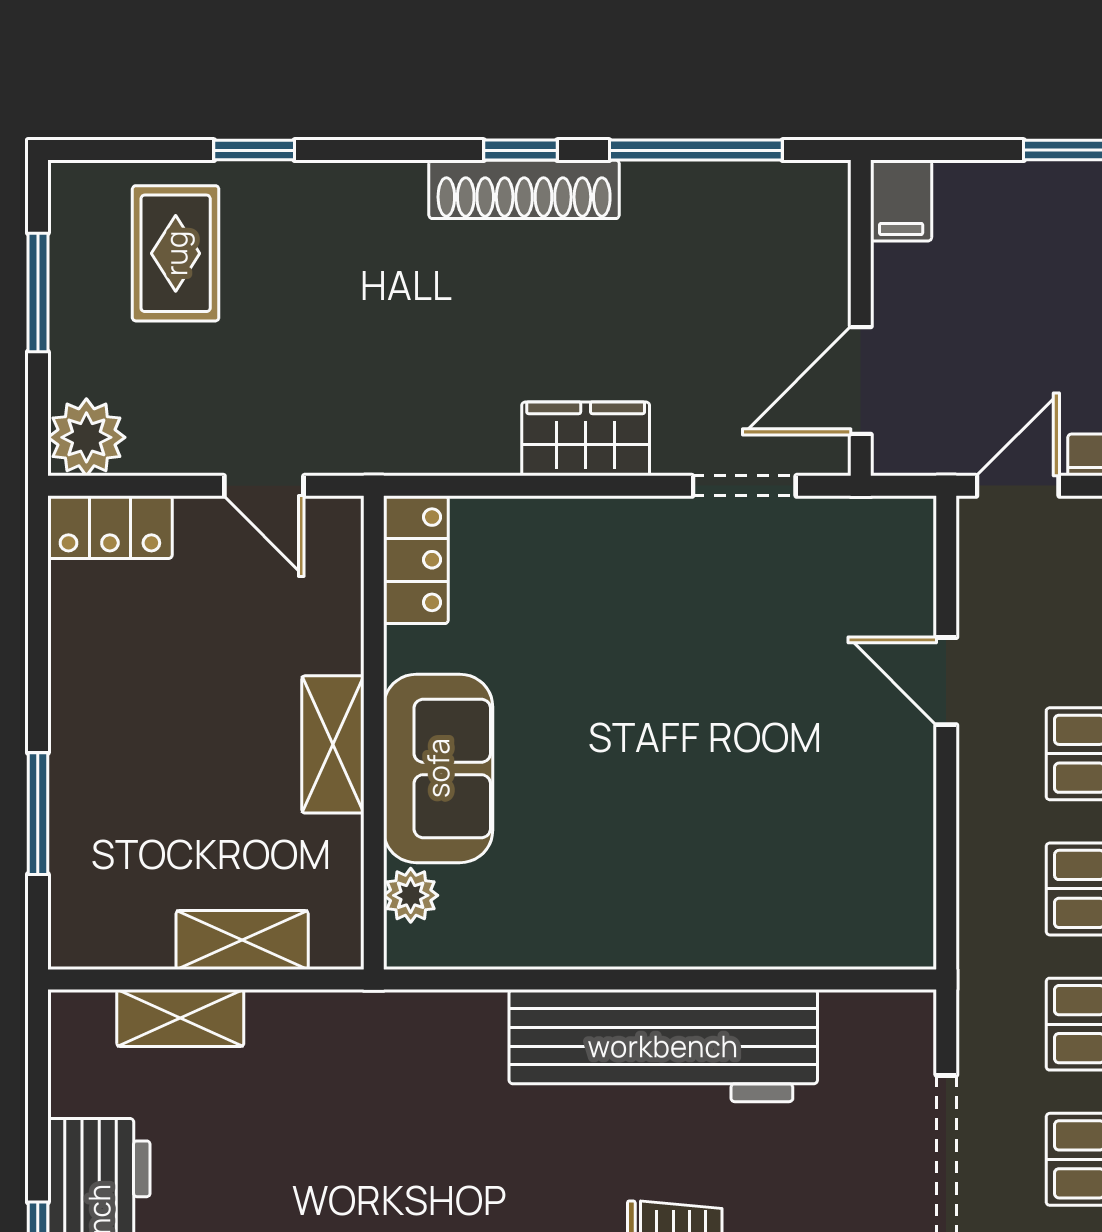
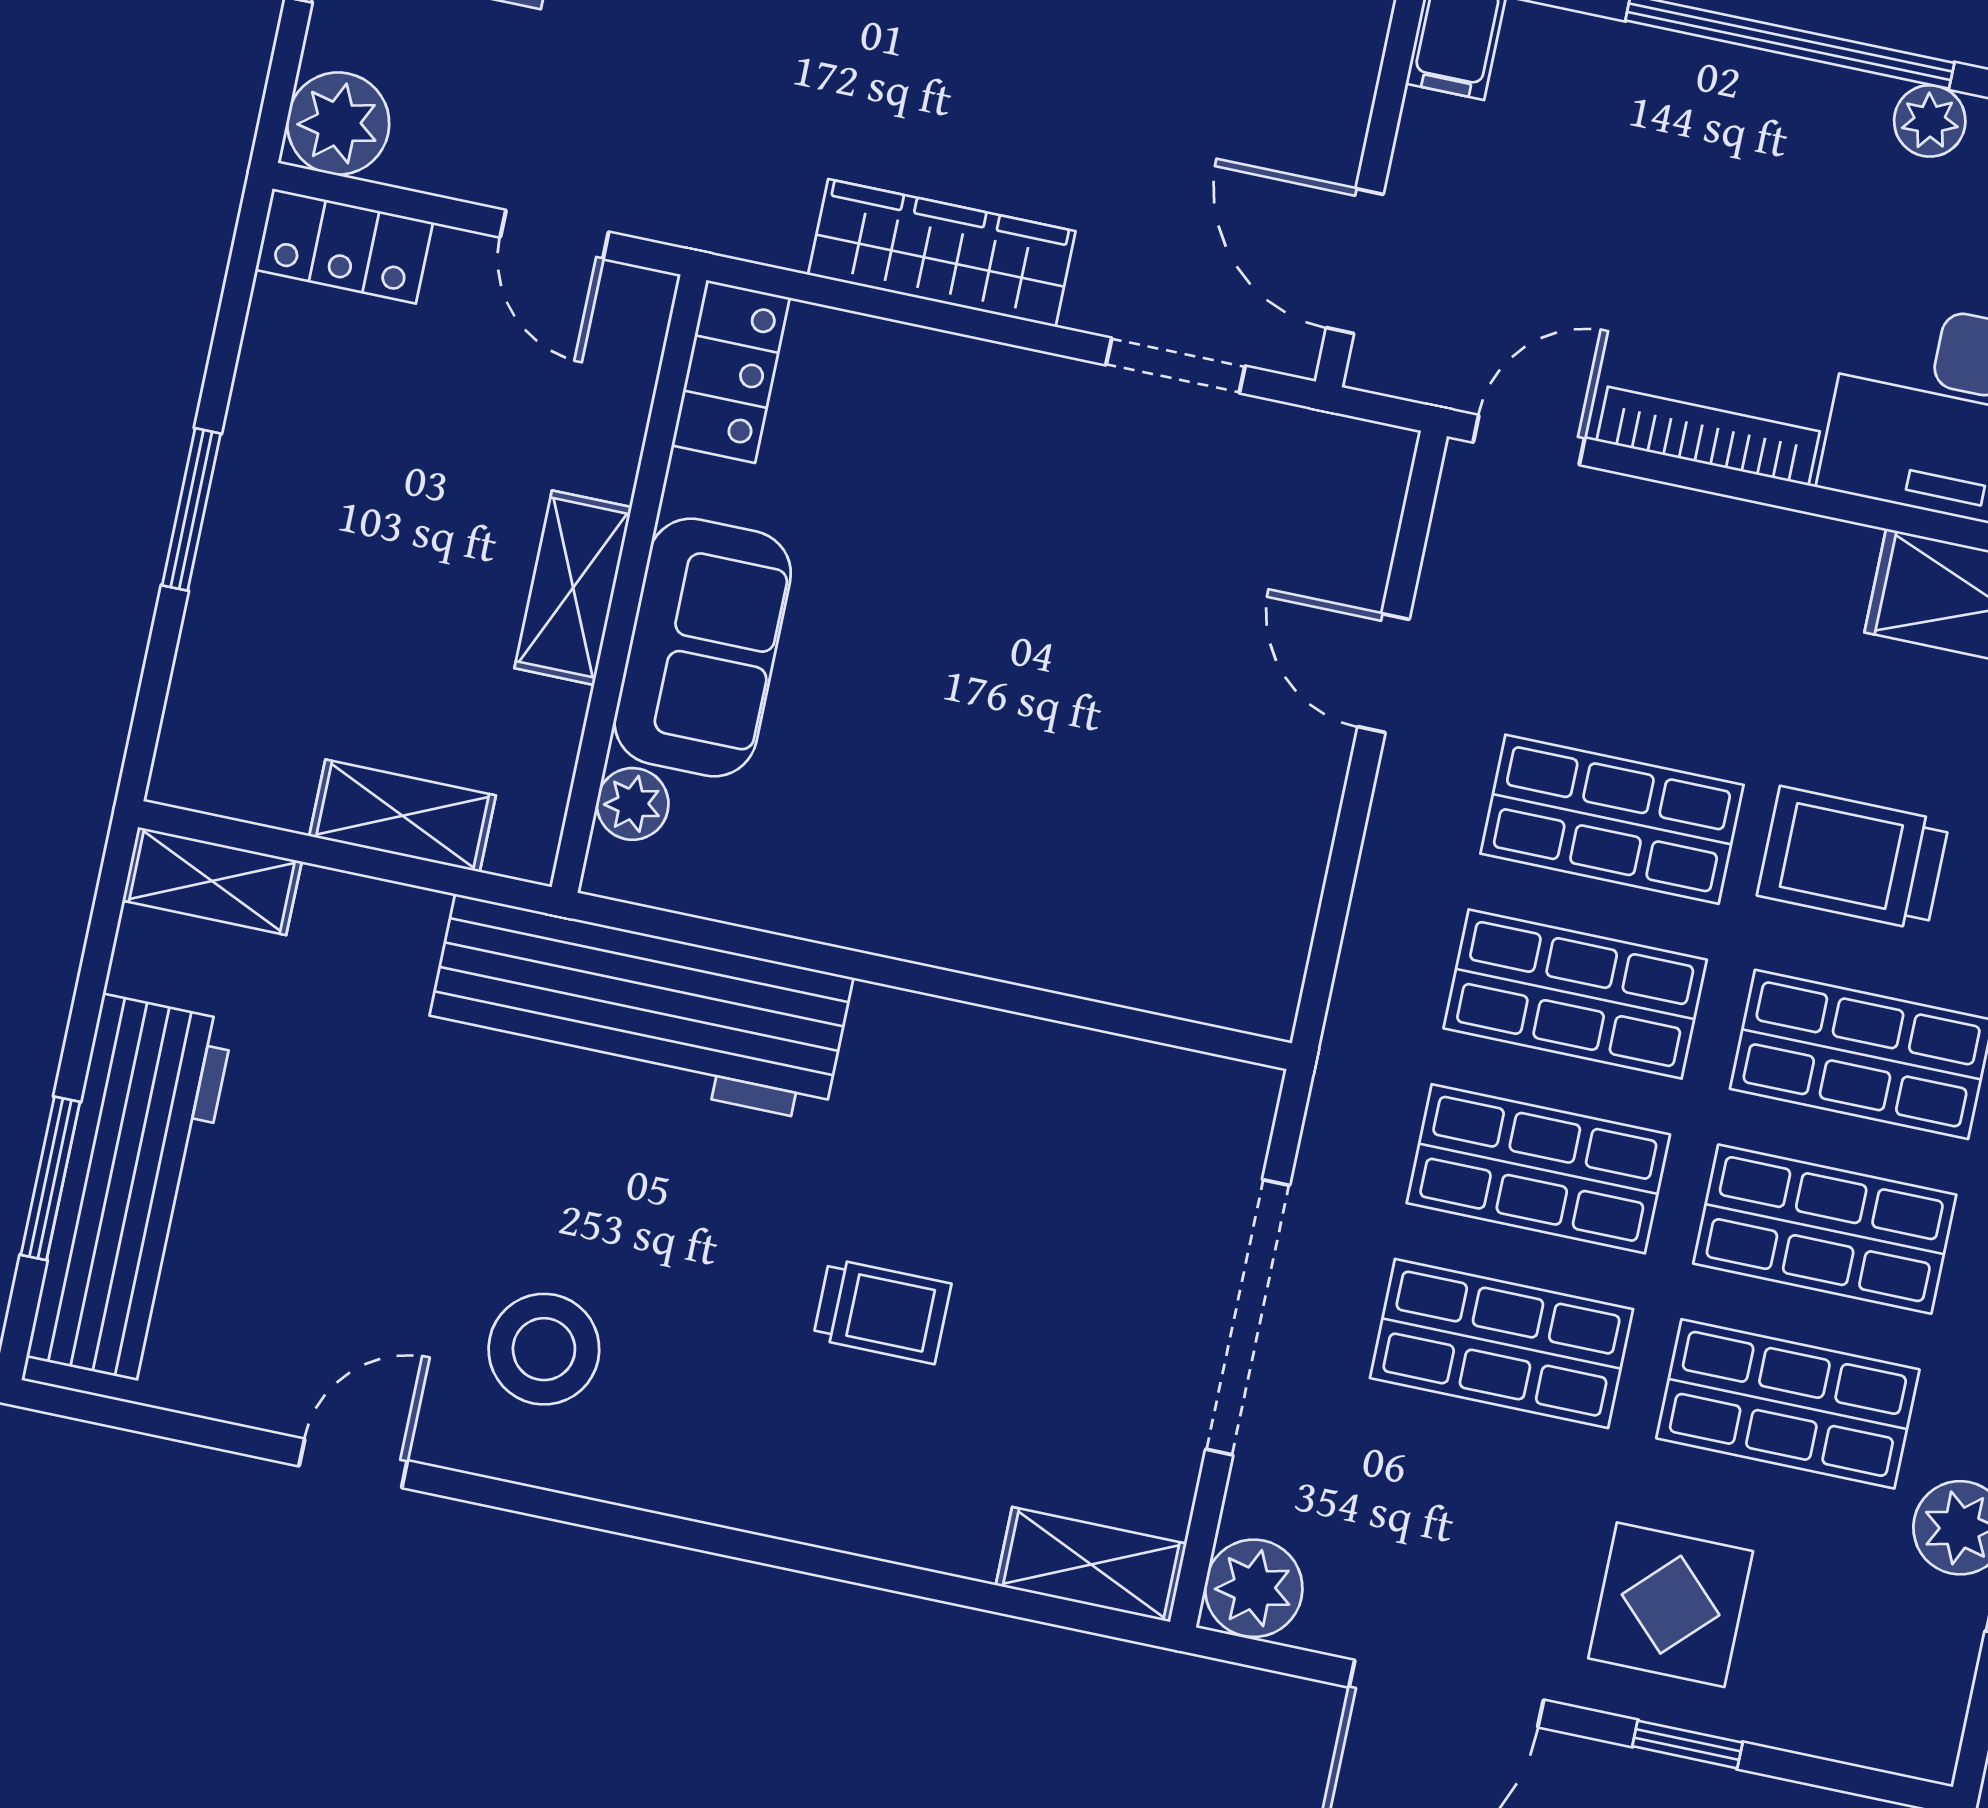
door: (861, 380) -> (1355, 261), hinge flipped
wardrobe: (586, 439) -> (942, 253), width x1.50
window: (38, 814) -> (191, 509), moved
shelving: (180, 1018) -> (212, 881), moved
workbench: (663, 1046) -> (639, 1008), moved

